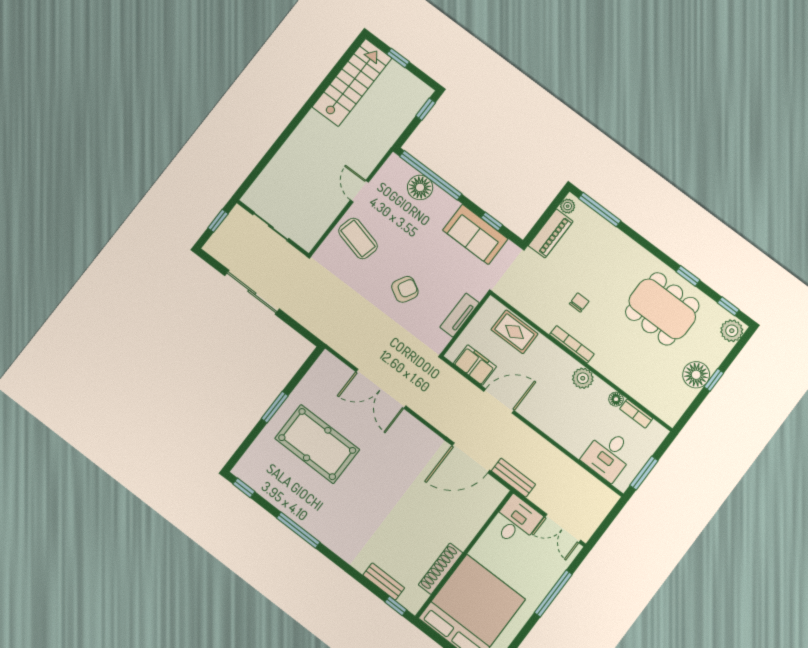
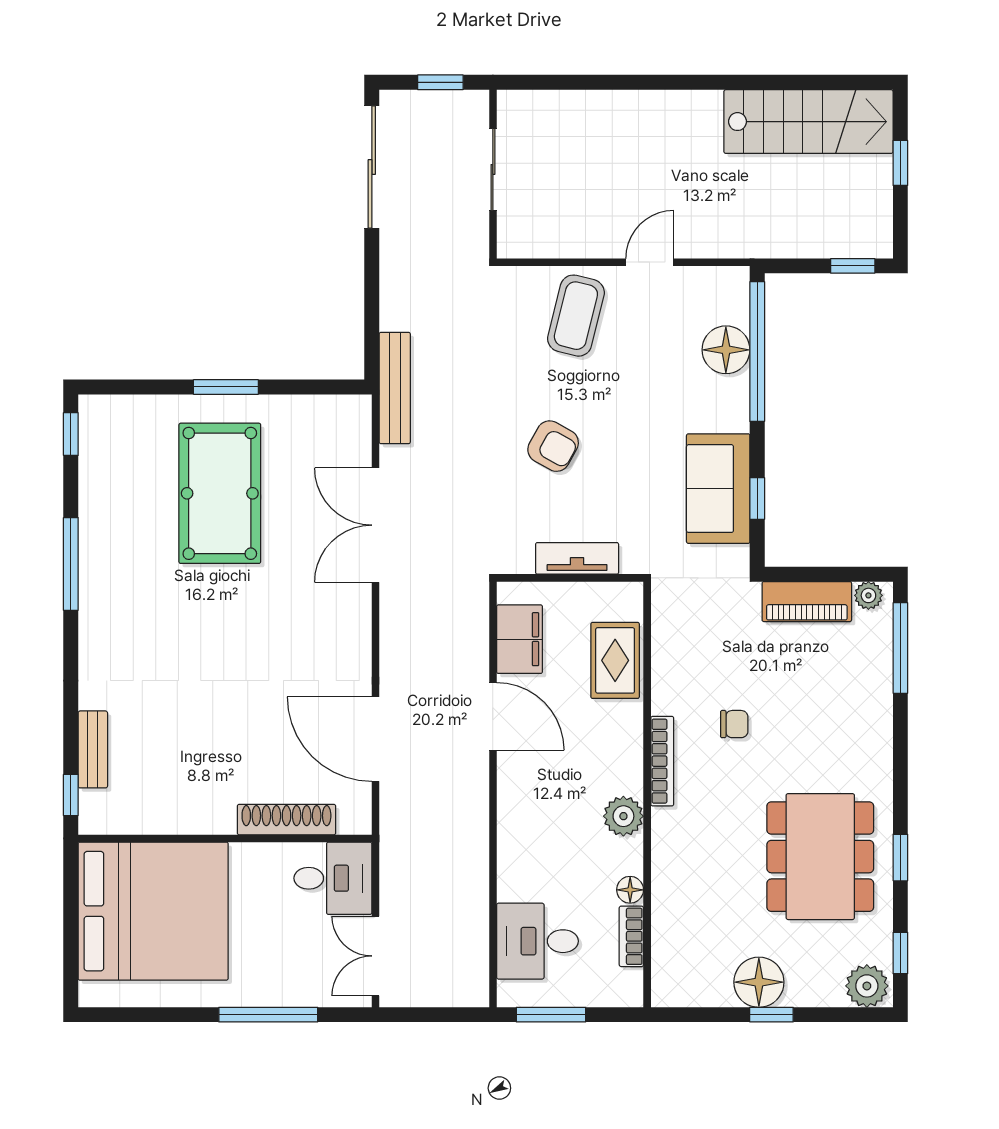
sliding door: (252, 292) -> (372, 167), moved
bench: (513, 478) -> (395, 388), moved, width x1.36
shoe rack: (441, 569) -> (286, 820), moved

